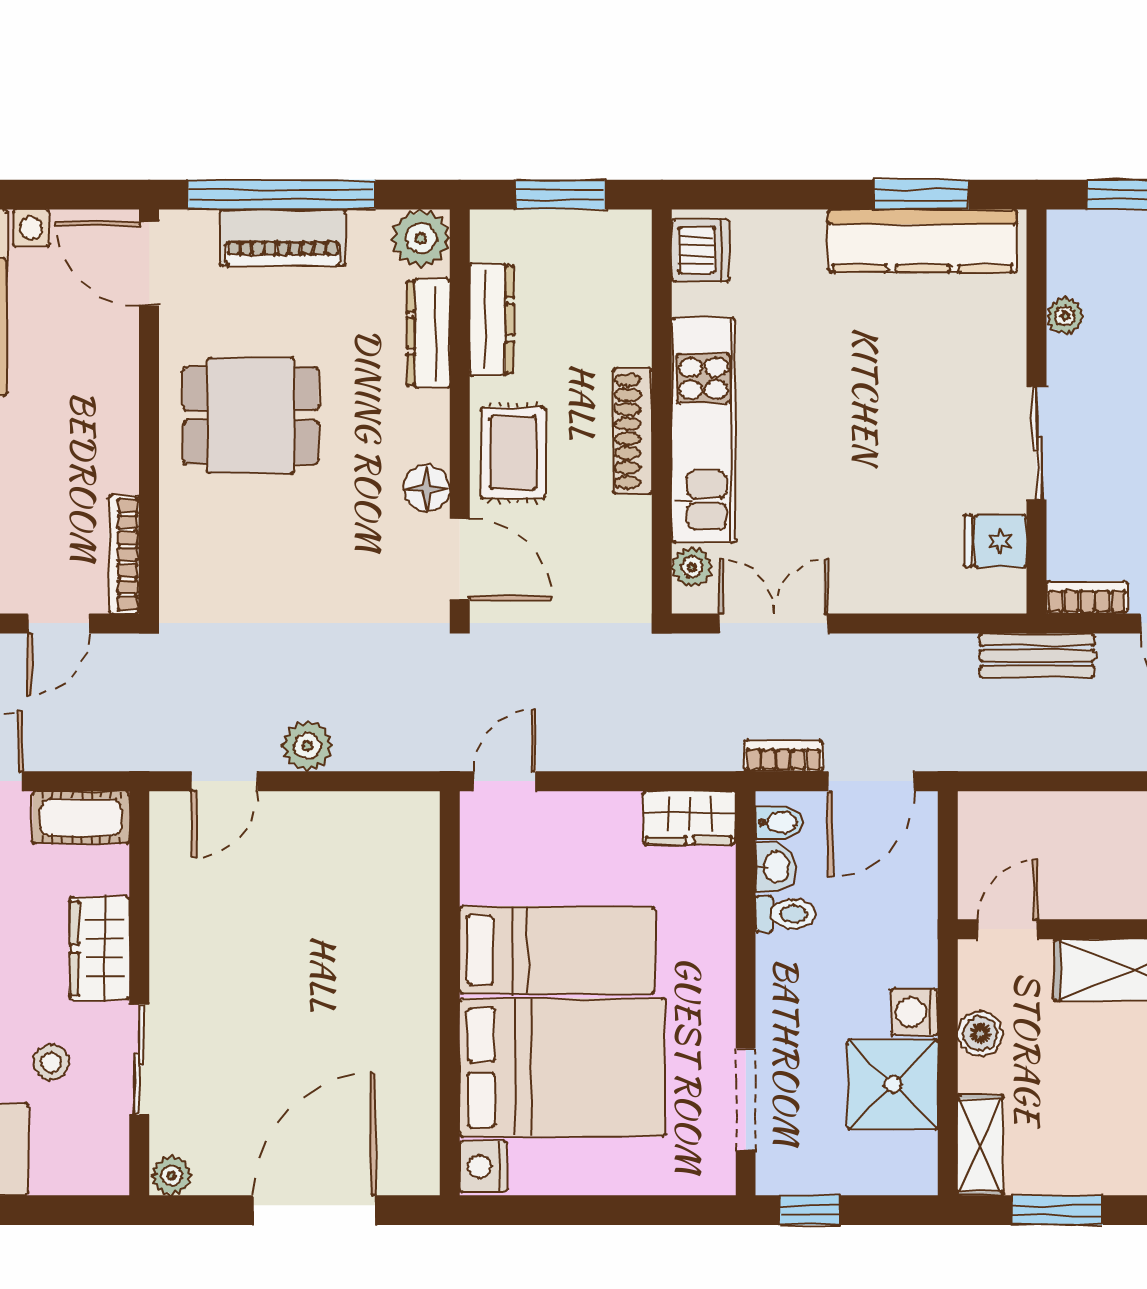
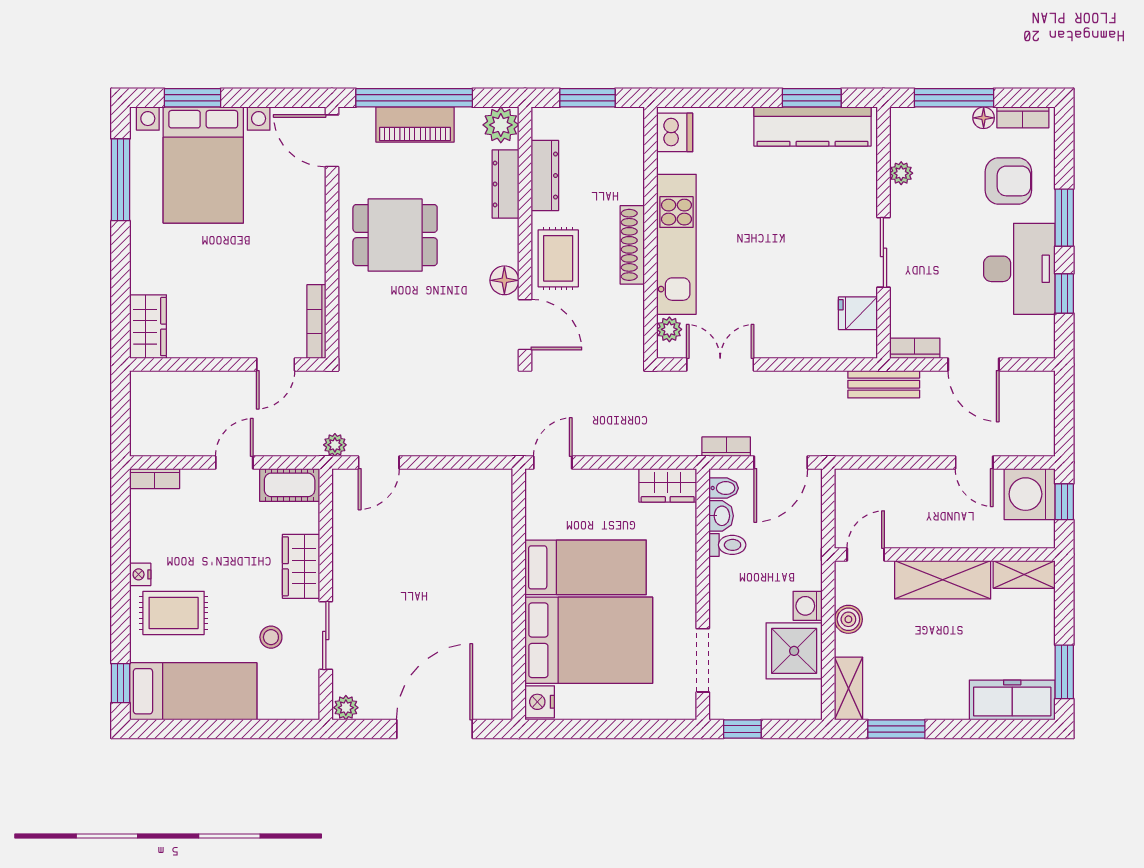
plant: (308, 746) -> (335, 445), moved, width x0.73, depth x0.73

